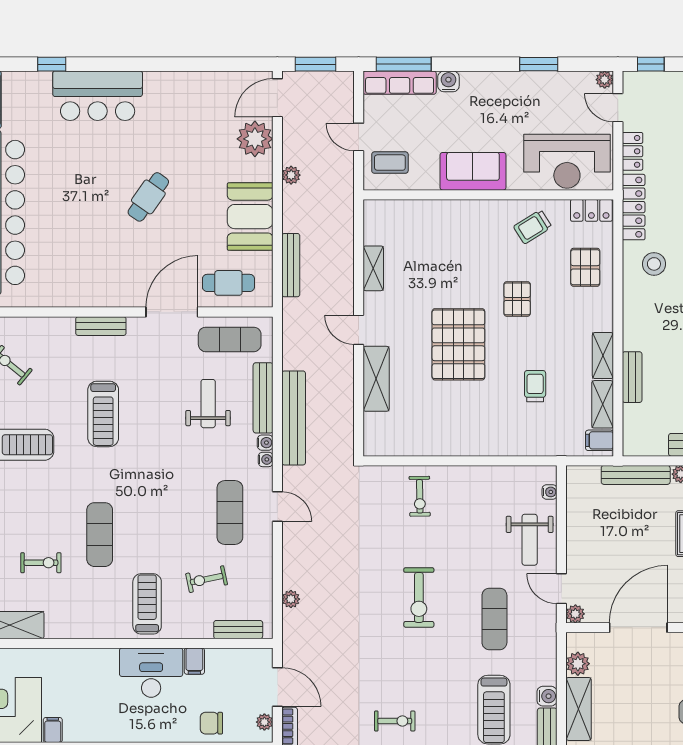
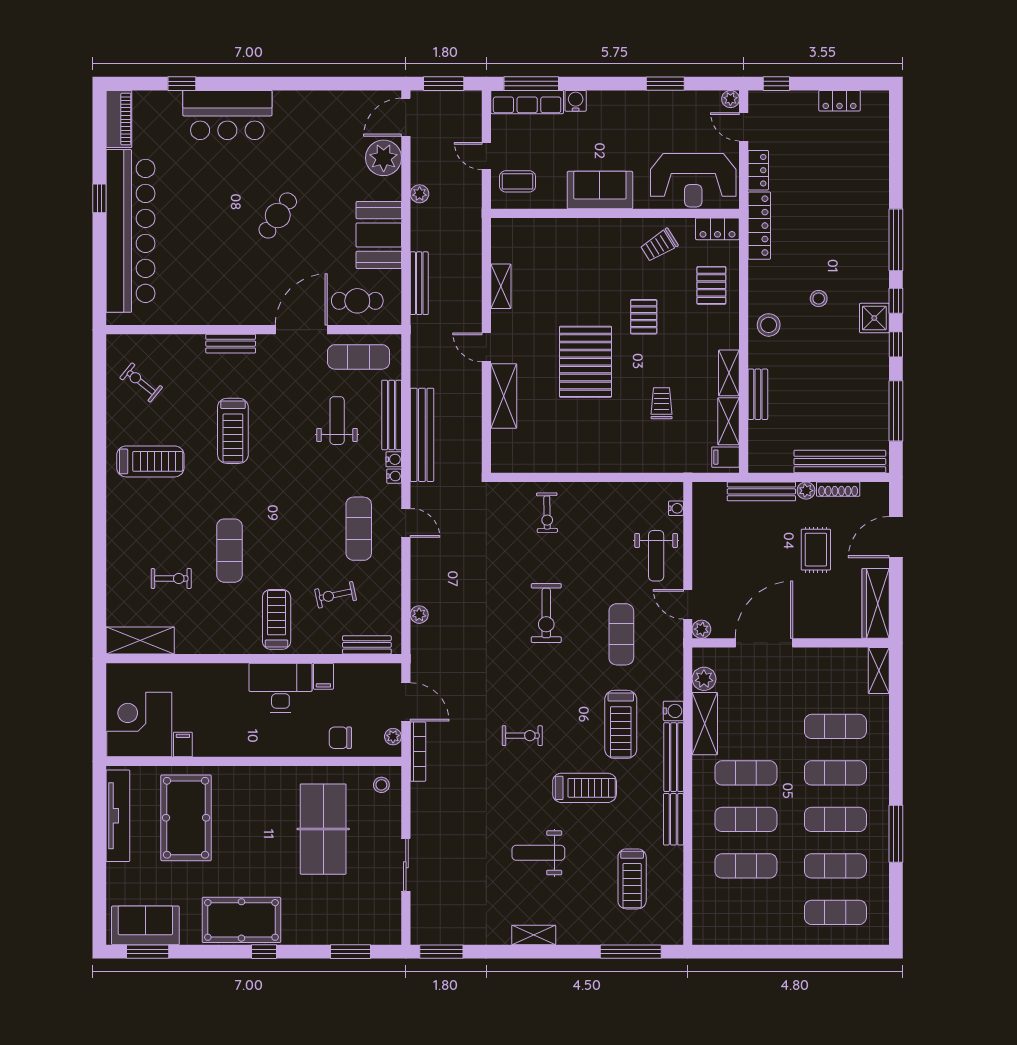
stool: (654, 264) -> (769, 325), moved

